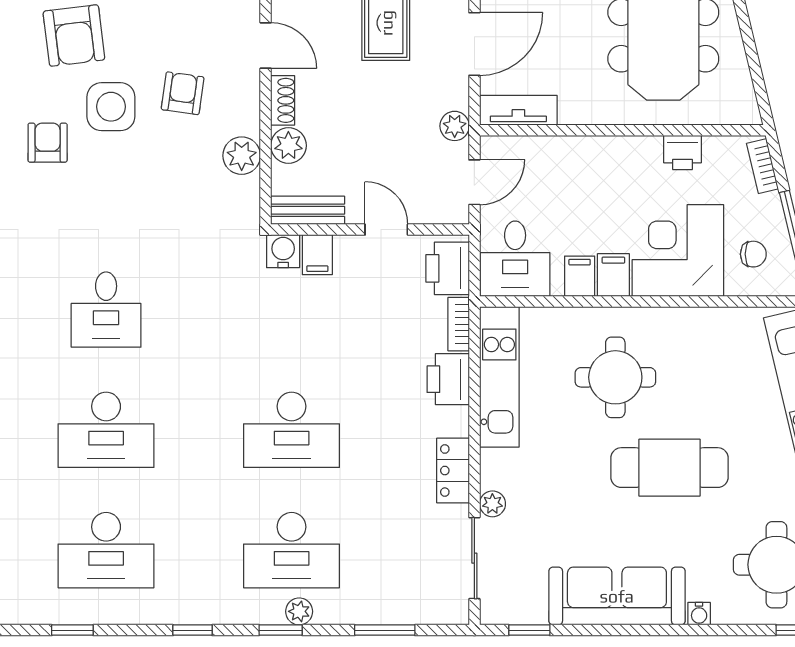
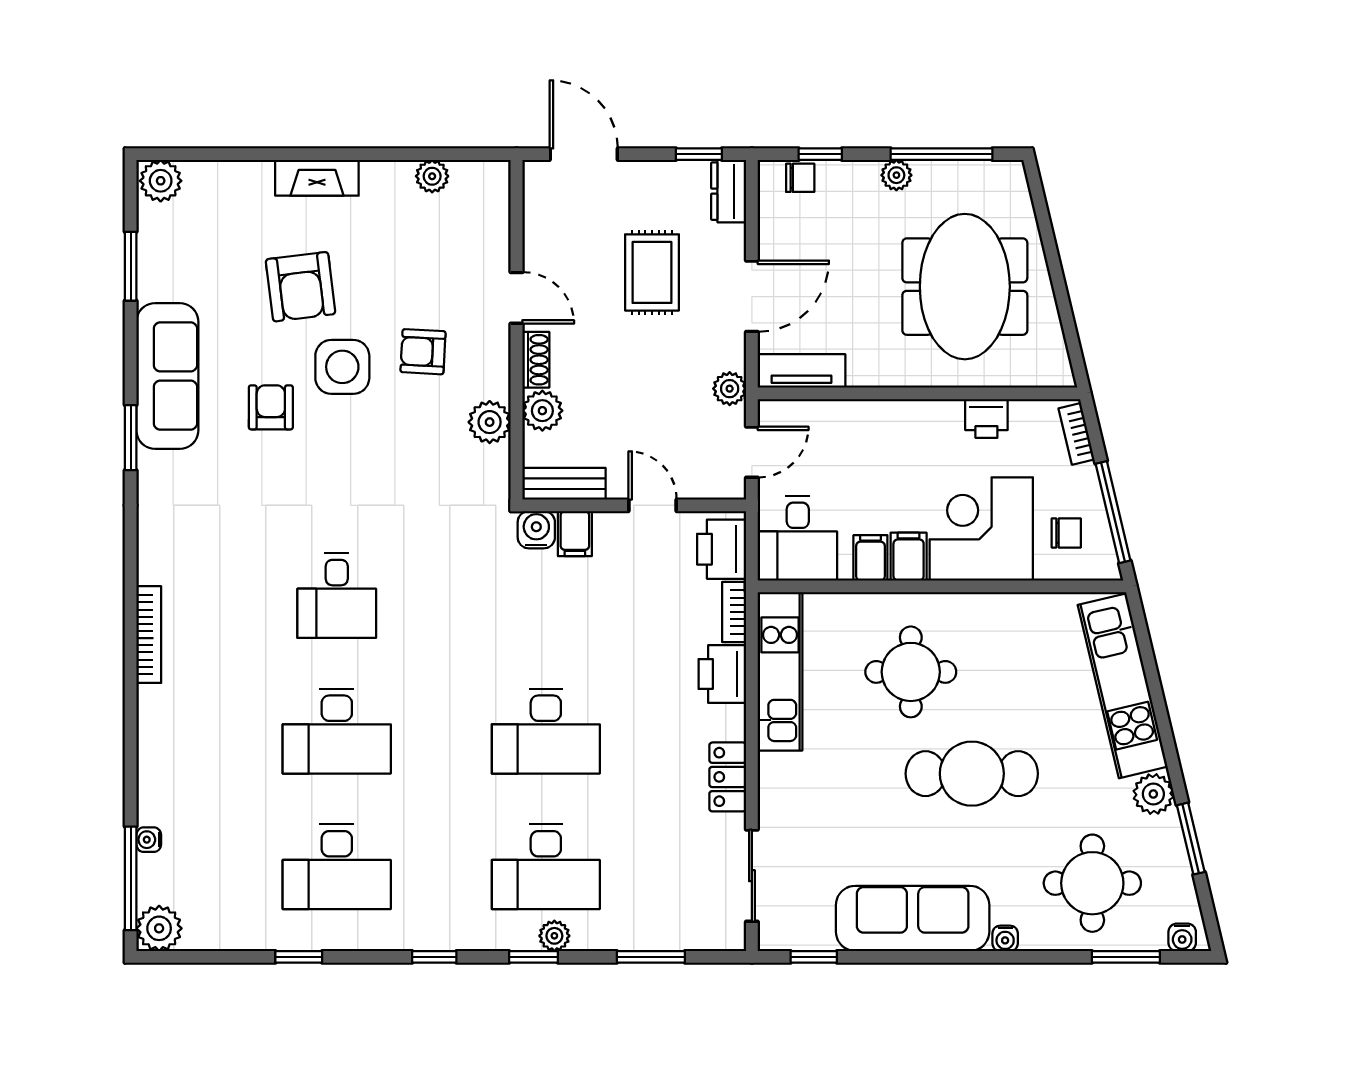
armchair: (183, 93) -> (423, 352), turned -95
plant: (492, 504) -> (772, 814), removed

